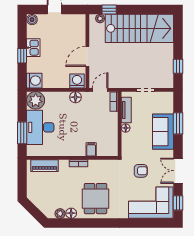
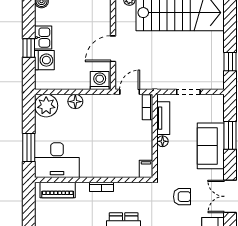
washing machine: (34, 81) -> (44, 60), moved
floor lamp: (75, 97) -> (75, 102), moved
desk: (40, 127) -> (57, 160), moved, turned -90
filing cabinet: (91, 149) -> (146, 169), moved

